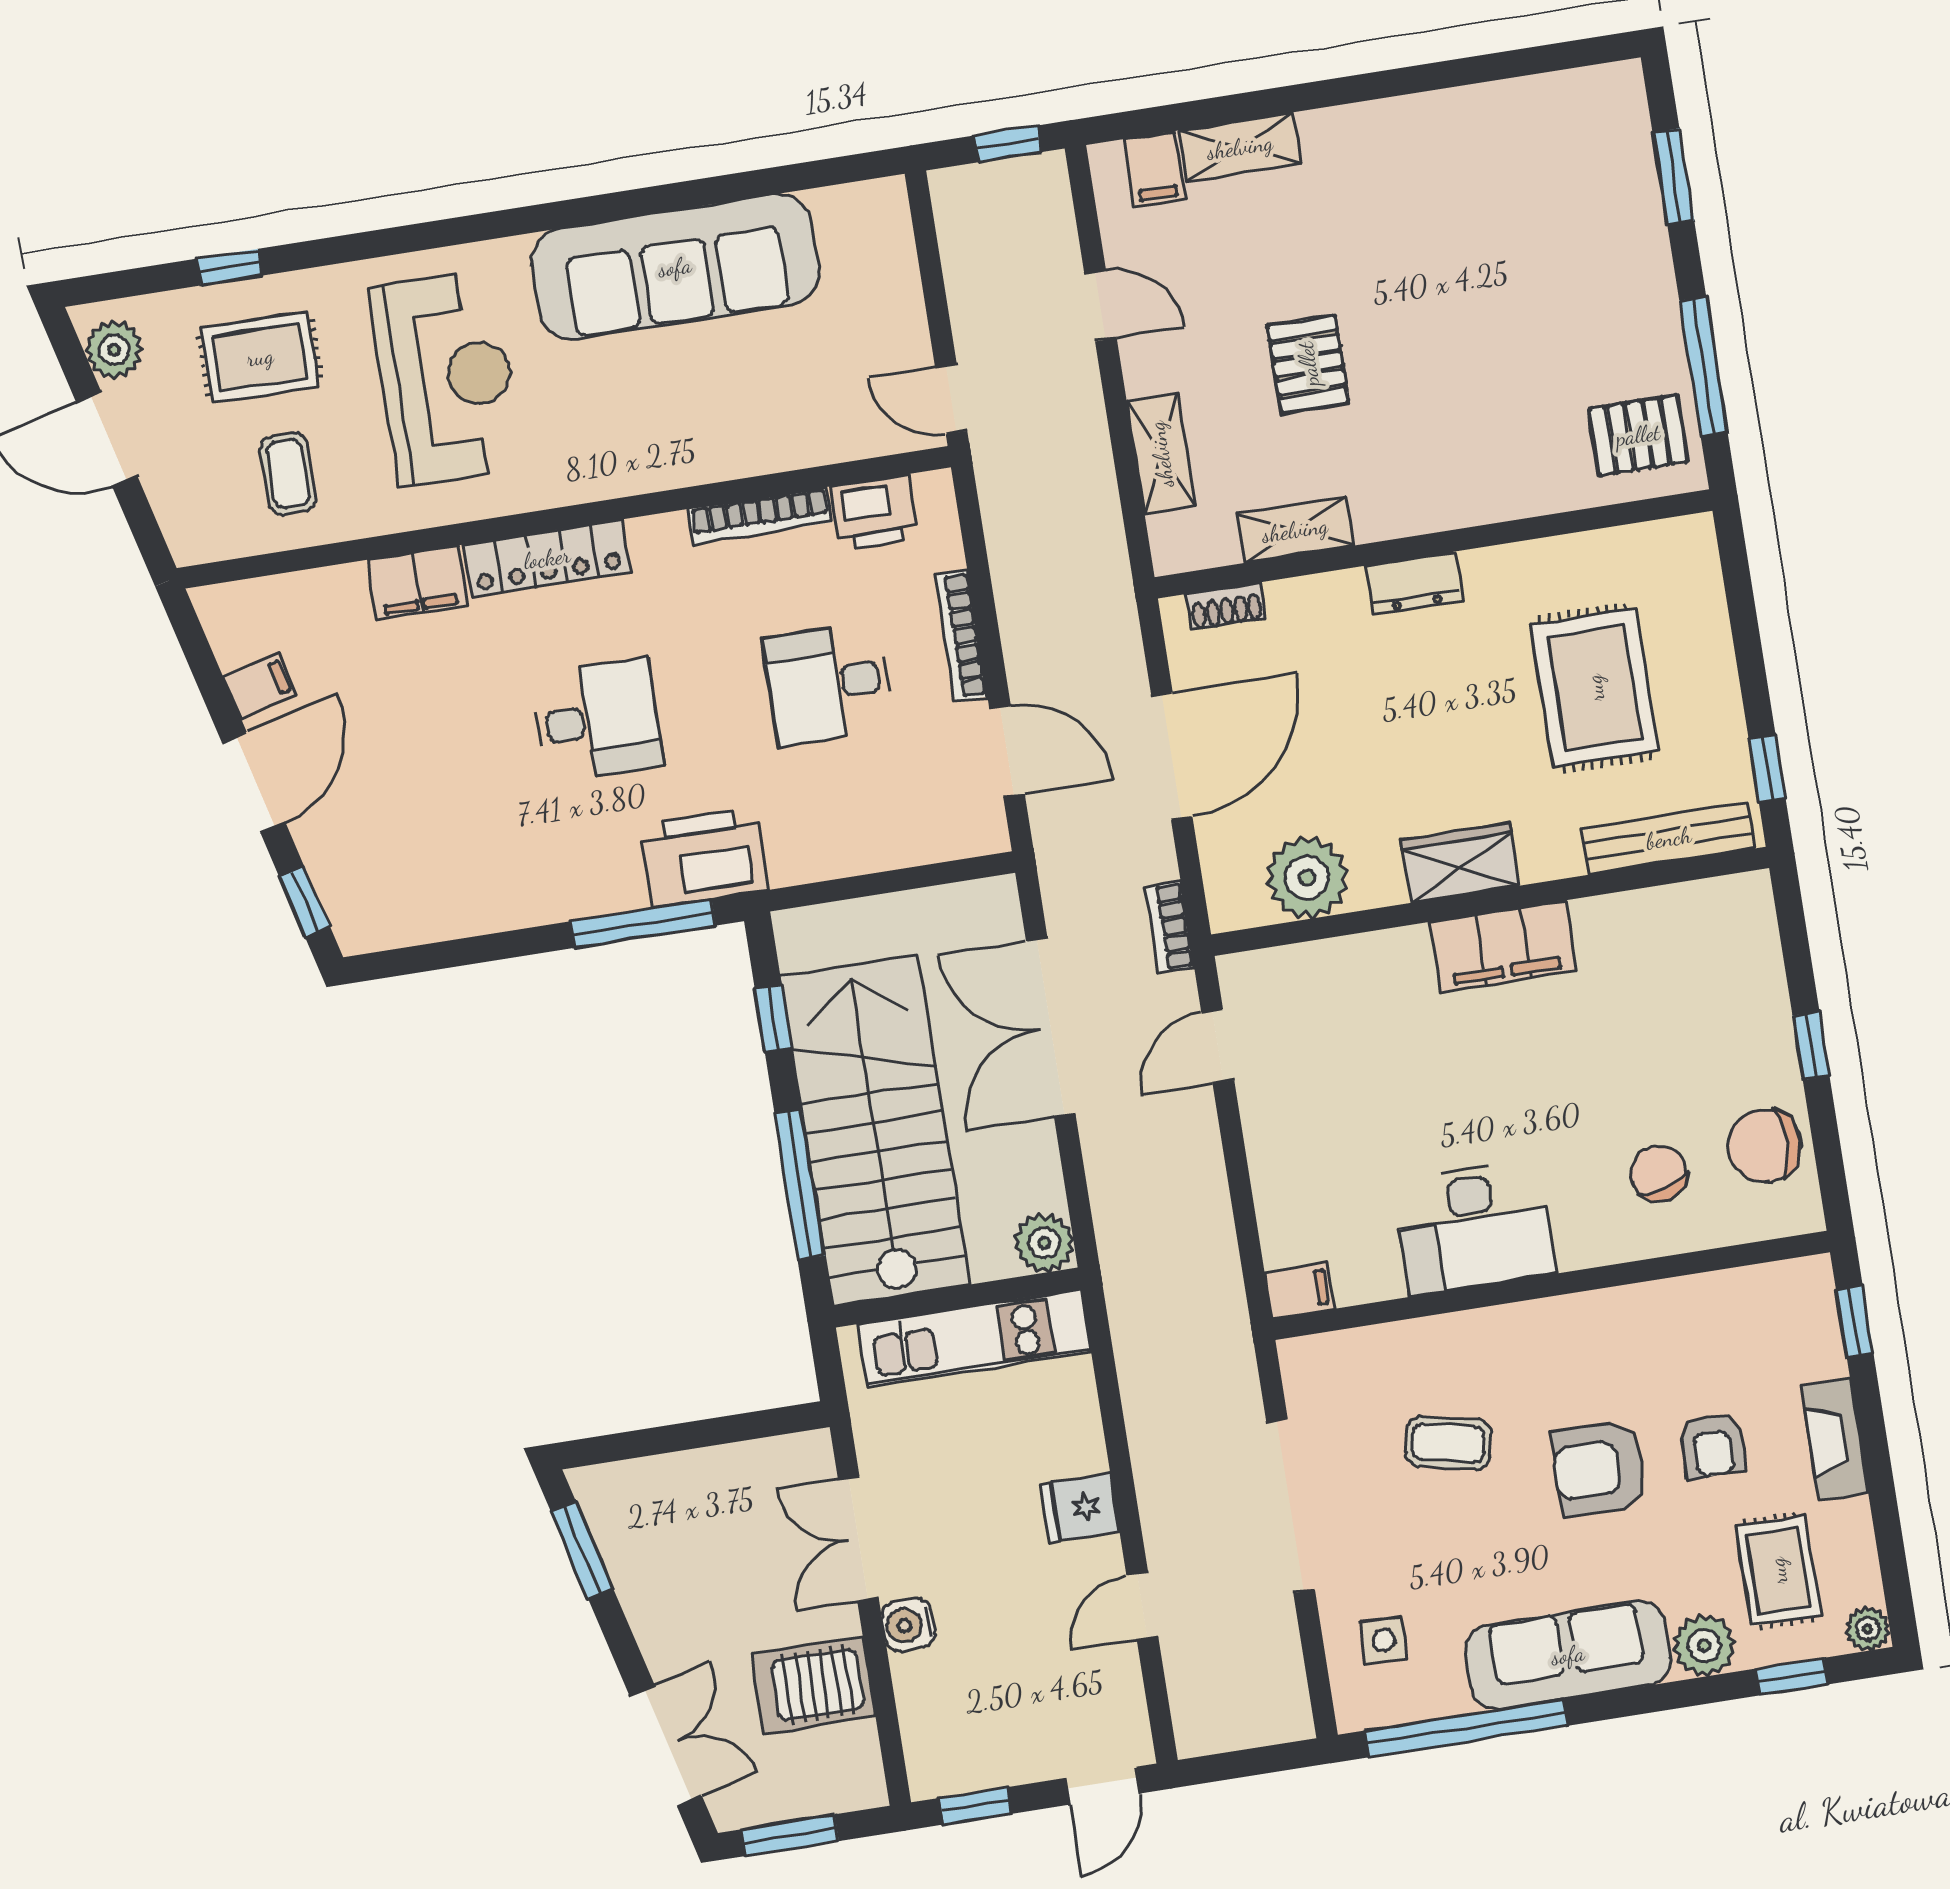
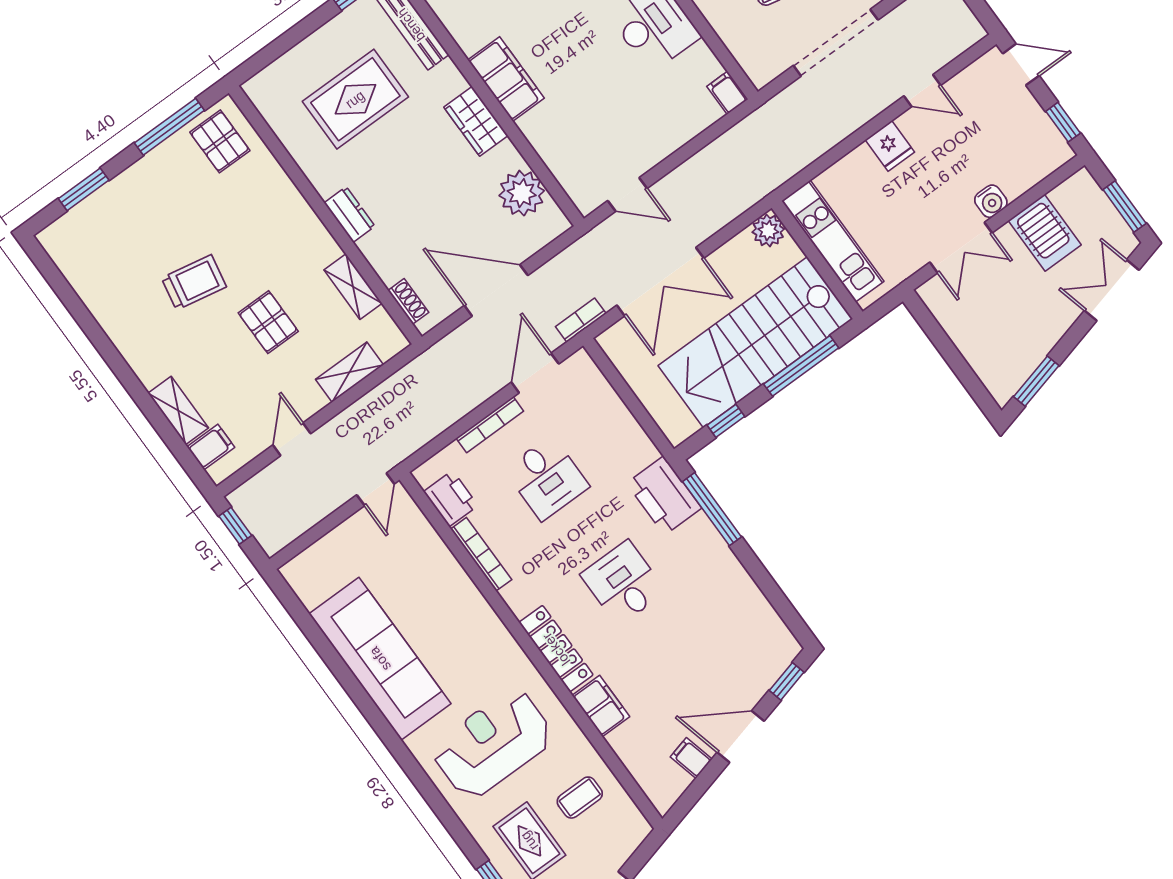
trolley: (1433, 278) -> (194, 282), added
pallet: (1308, 364) -> (268, 322), turned 90
bookcase: (1170, 927) -> (581, 320), moved, turned 180

